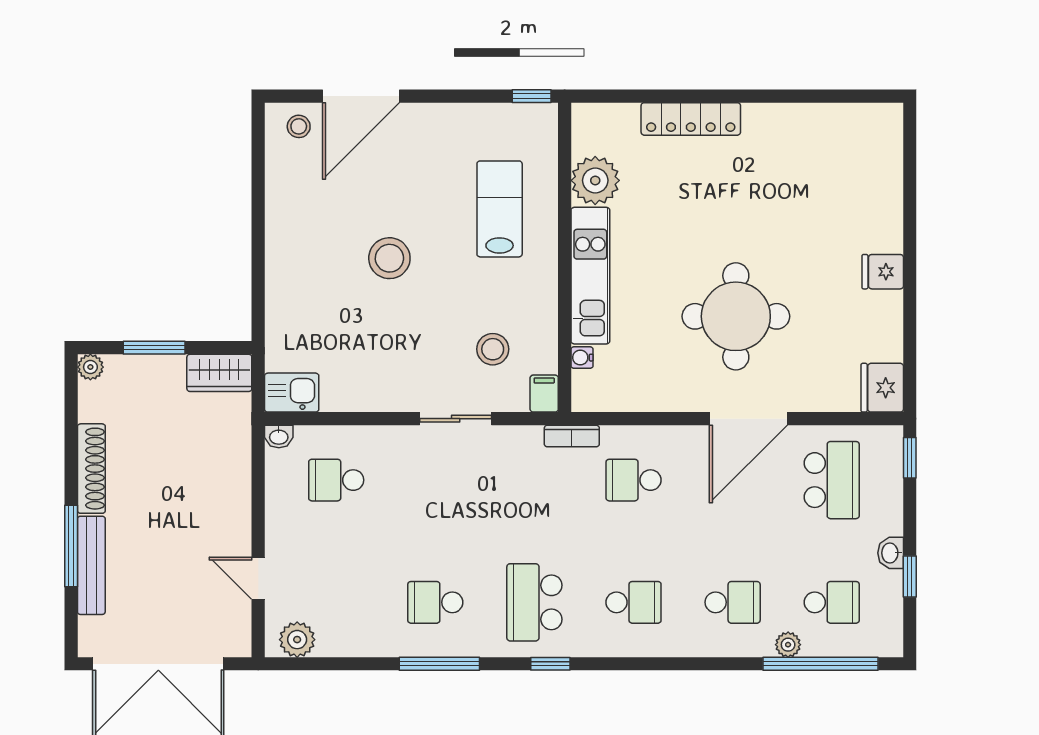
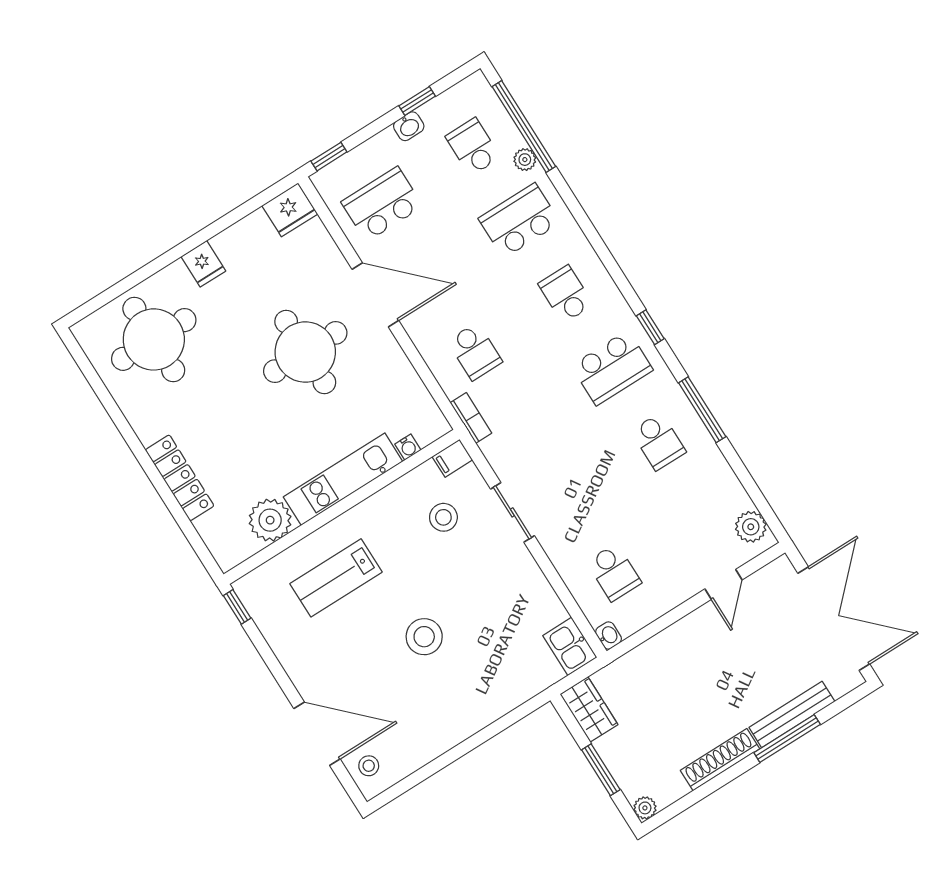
round table: (840, 178) -> (154, 339), added
school desk: (733, 602) -> (519, 221), width x1.85

